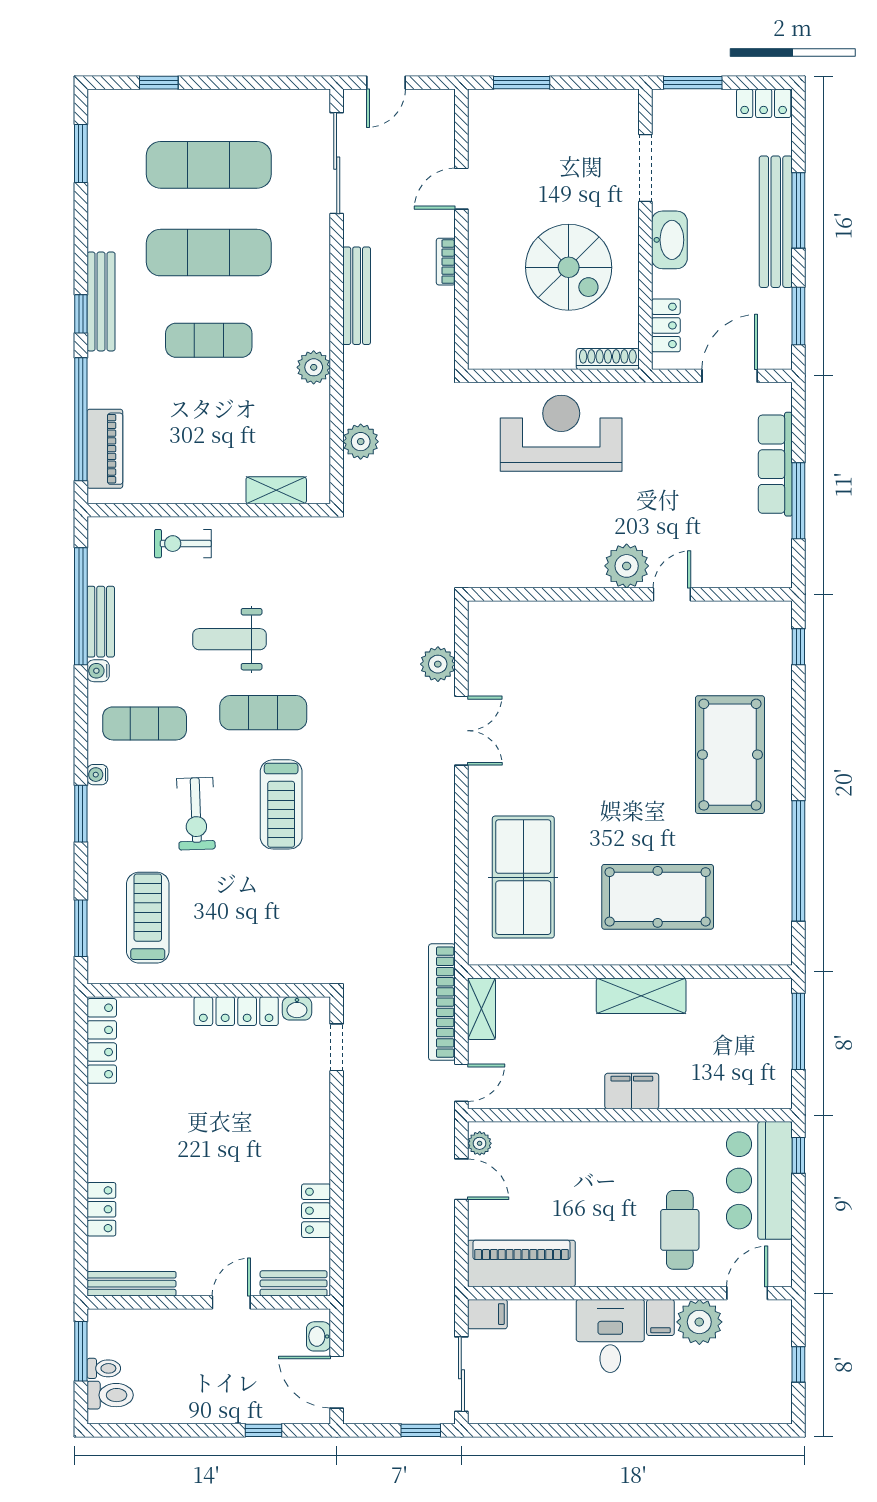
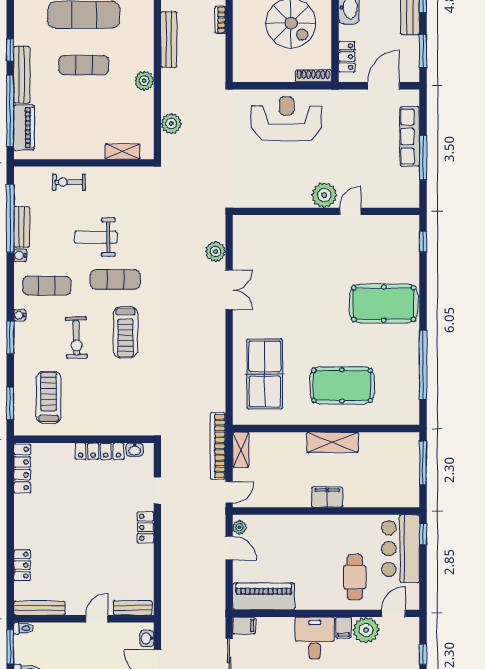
bench: (101, 301) -> (22, 75), moved
pool table: (730, 755) -> (384, 304), turned 90
doorway: (337, 1047) -> (157, 490), moved
locker: (316, 1211) -> (146, 527), moved
toilet: (104, 1368) -> (23, 628), moved

